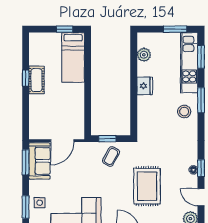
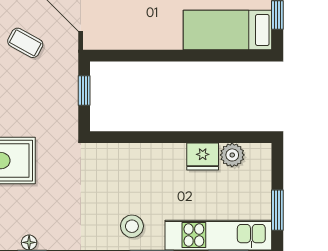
fridge: (145, 86) -> (203, 157), moved
coffee table: (111, 157) -> (25, 43), moved

